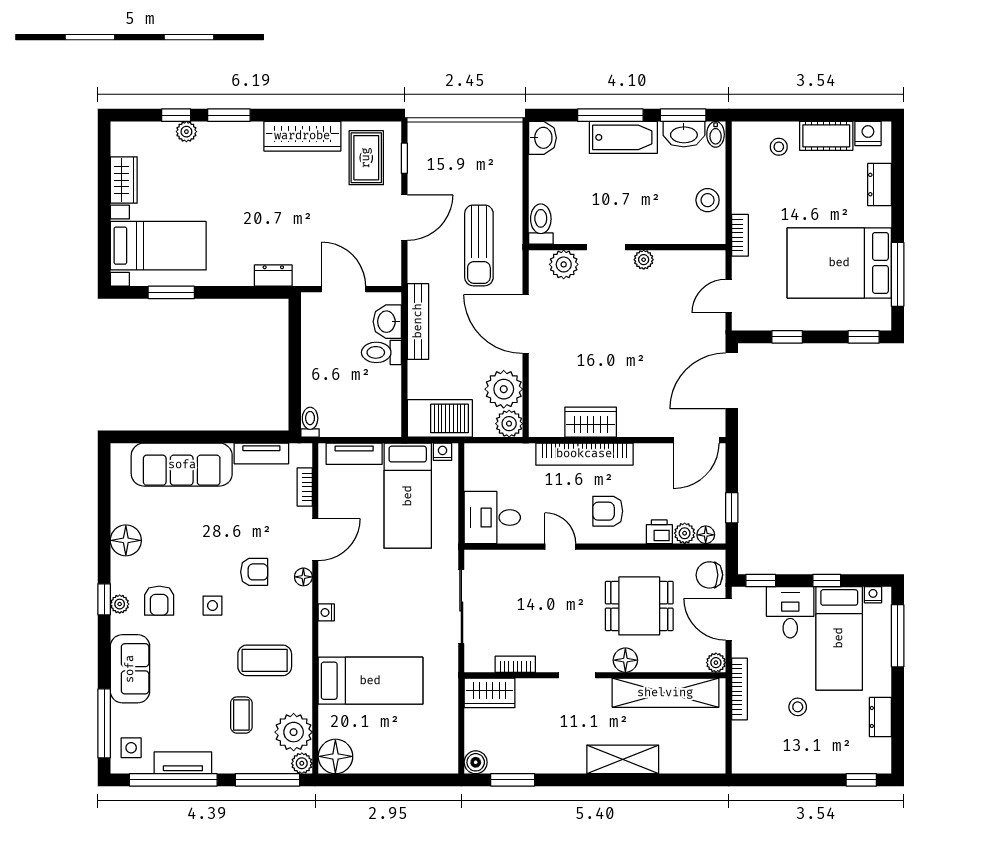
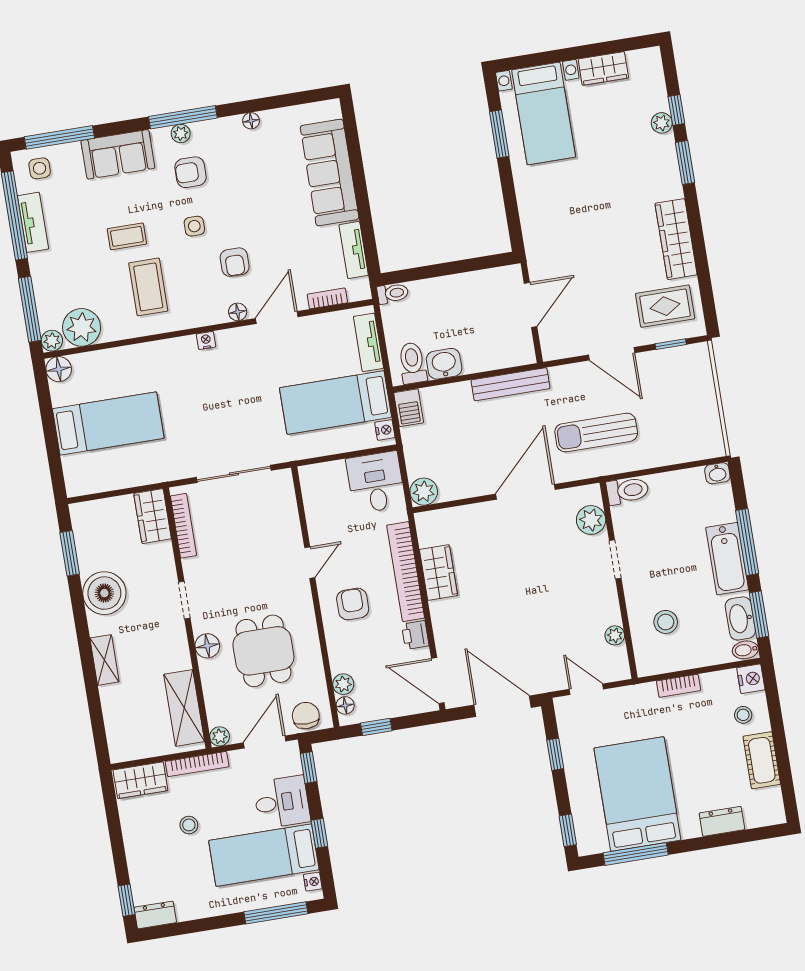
nightstand: (868, 133) -> (751, 679), moved
washbasin: (543, 138) -> (717, 473), width x0.72, depth x0.69
stool: (708, 200) -> (666, 622), moved
bookcase: (740, 235) -> (679, 686), moved
plant: (644, 260) -> (615, 635), moved
dresser: (273, 276) -> (533, 233), removed
washbasin: (387, 322) -> (444, 364), moved
toilet: (381, 352) -> (412, 363), moved
plant: (504, 389) -> (457, 481), removed
barbecue: (440, 418) -> (409, 408), width x0.53, depth x0.65
desk: (492, 518) -> (376, 482), moved
printer: (659, 532) -> (415, 635), moved, turned 180
floor lamp: (126, 540) -> (251, 121), width x0.53, depth x0.53
door: (315, 540) -> (277, 318), swing flipped
window: (104, 599) -> (183, 117), width x2.17
bookcase: (515, 664) -> (183, 526), width x1.56
bed: (370, 681) -> (108, 423), moved, turned -90
shelving: (665, 693) -> (184, 708), width x0.68
coffee table: (241, 715) -> (127, 236), moved
dresser: (880, 717) -> (155, 915), moved
wardrobe: (746, 747) -> (140, 780), added
floor lamp: (335, 756) -> (59, 369), width x0.73, depth x0.73
shelving: (623, 759) -> (104, 660), width x0.67, depth x0.75
boiler: (476, 762) -> (104, 593), moved, width x1.86, depth x1.86

